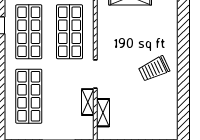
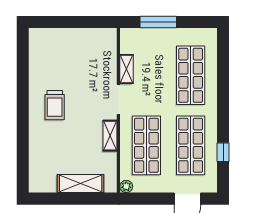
trolley: (154, 69) -> (55, 105), turned 115
shelving: (103, 113) -> (110, 136), moved

